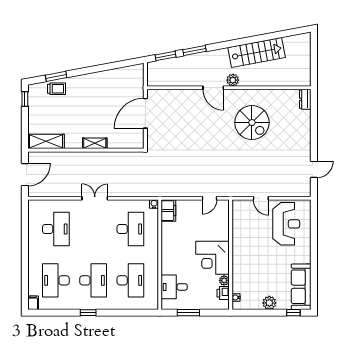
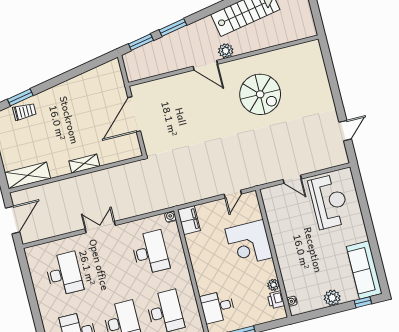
dresser: (305, 99) -> (315, 52), removed
corner desk: (213, 258) -> (249, 243), moved

